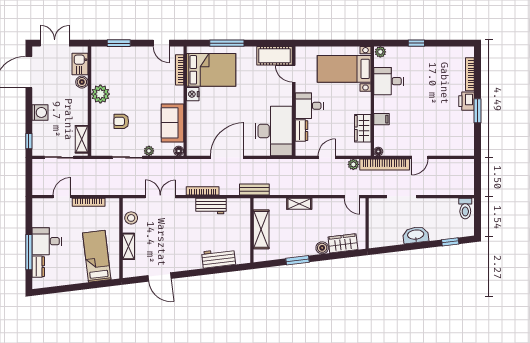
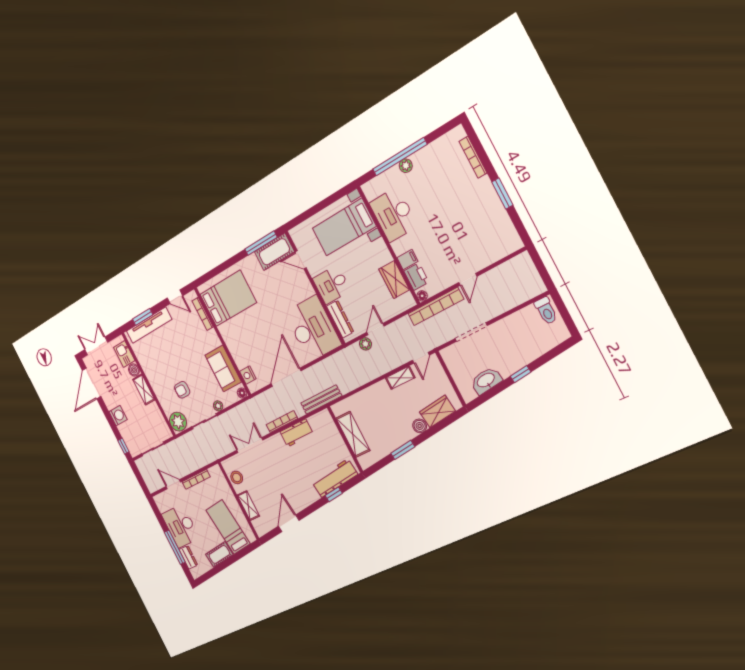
window: (227, 43) -> (261, 243), moved
window: (416, 43) -> (400, 157), width x3.17
plant: (380, 52) -> (406, 166), moved
tv unit: (121, 53) -> (149, 325), added
desk: (389, 81) -> (394, 215), width x1.37
plant: (100, 94) -> (178, 422), moved
nightstand: (193, 94) -> (248, 375), moved
printer: (467, 101) -> (416, 277), moved, turned 180
dresser: (301, 131) -> (340, 319), width x1.44
shelving: (82, 139) -> (144, 390), moved
plant: (353, 164) -> (365, 344), moved
bench: (254, 189) -> (321, 400), width x1.36
door: (62, 197) -> (173, 484), hinge flipped
door: (352, 197) -> (421, 358), hinge flipped
shelving: (299, 204) -> (400, 378), moved
washbasin: (416, 235) -> (486, 381), moved
desk: (47, 241) -> (180, 526), width x1.37
window: (450, 242) -> (521, 374), moved
workbench: (219, 258) -> (335, 478), width x1.38
window: (216, 270) -> (334, 494), added
cot: (73, 277) -> (219, 554), added
door: (160, 277) -> (289, 523), swing flipped

